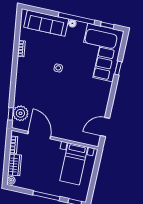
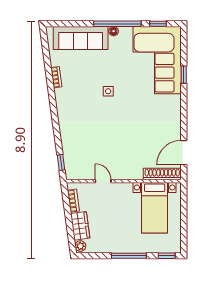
plant: (20, 113) -> (73, 159), removed
door: (39, 135) -> (103, 181), width x0.53
shoe rack: (85, 140) -> (162, 174), added

